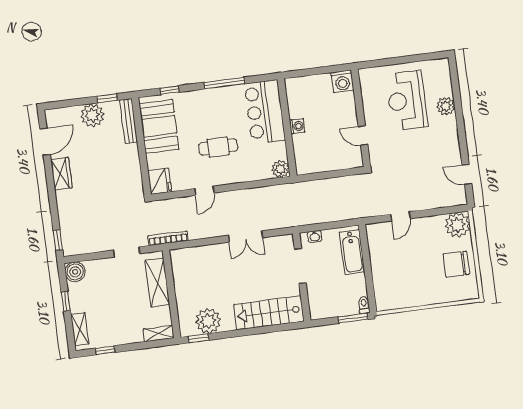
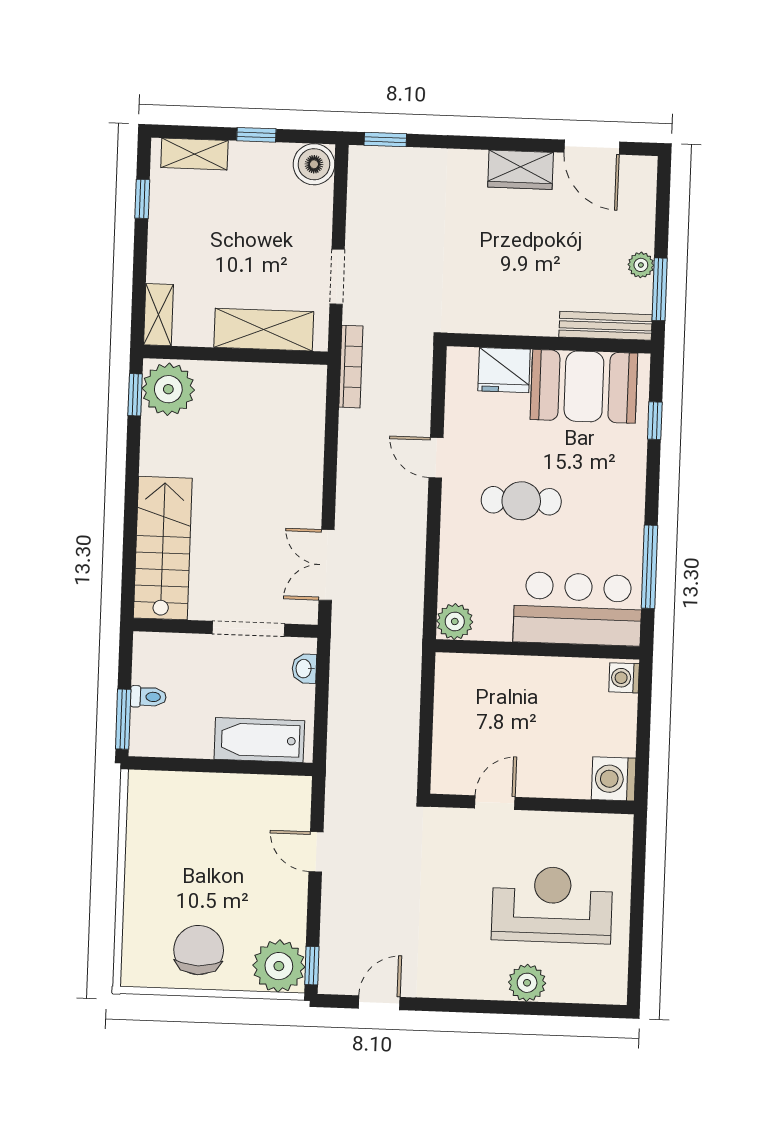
window: (224, 83) -> (649, 567), moved
window: (107, 98) -> (660, 289), width x1.50
plant: (92, 115) -> (641, 265), width x0.53, depth x0.53
washing machine: (297, 126) -> (624, 678), moved, turned 90
cafe table: (218, 147) -> (521, 501), turned 90
fridge: (160, 181) -> (504, 370), moved
window: (455, 209) -> (312, 966), added
double door: (246, 236) -> (327, 565), moved
toilet: (364, 305) -> (148, 697), moved
plant: (208, 321) -> (168, 389), moved

